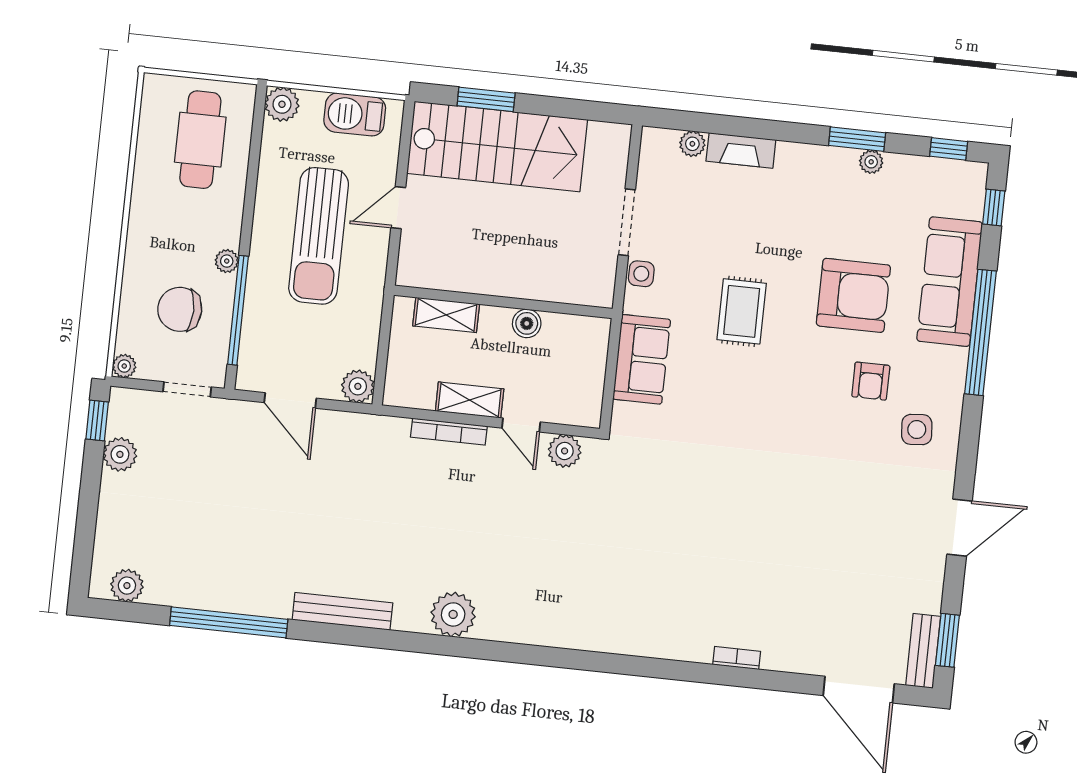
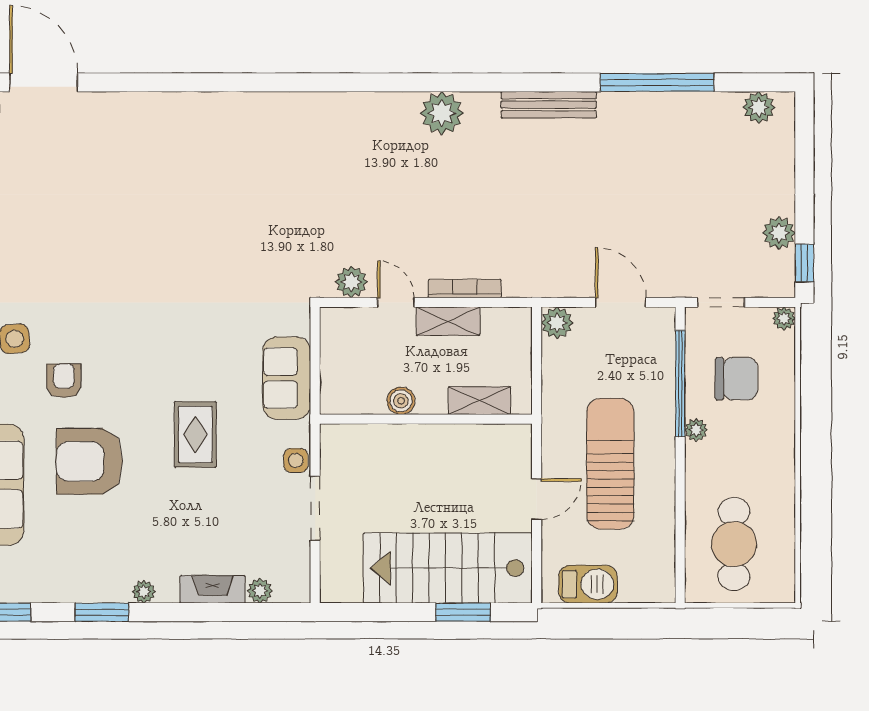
plant: (282, 104) -> (659, 587), removed
plant: (871, 162) -> (144, 592), moved
bookcase: (737, 658) -> (164, 100), removed

